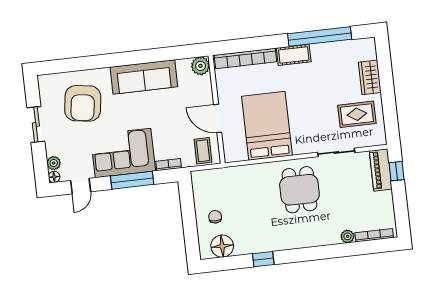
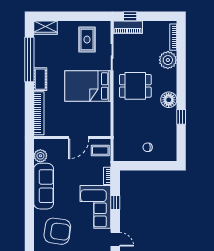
plant: (201, 66) -> (40, 156), moved
wardrobe: (370, 77) -> (46, 28), moved
bed: (267, 126) -> (88, 86), moved
window: (132, 180) -> (115, 203), width x0.46
plant: (347, 236) -> (168, 60), width x1.87, depth x1.87
floor lamp: (222, 246) -> (169, 100), moved

